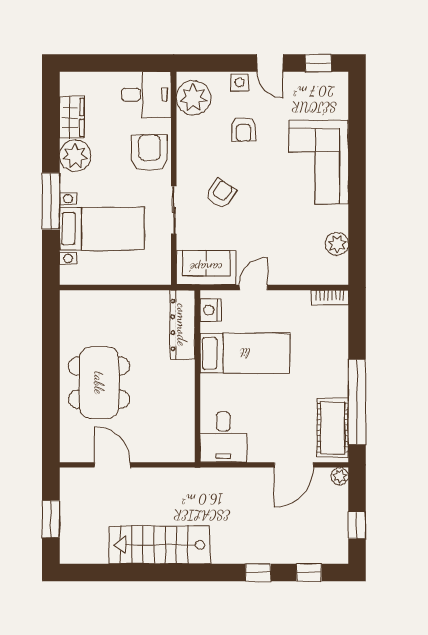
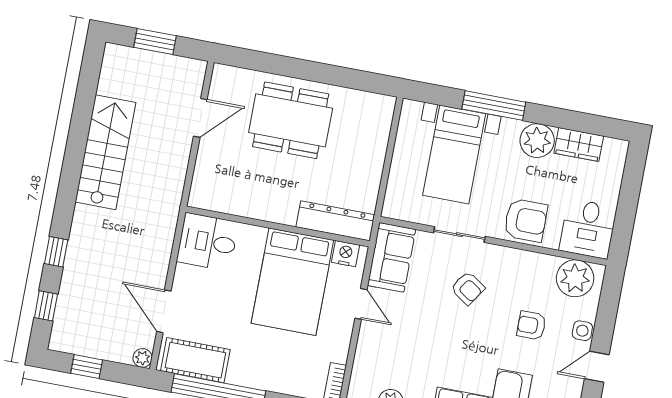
bed: (245, 353) -> (292, 282), width x1.50

